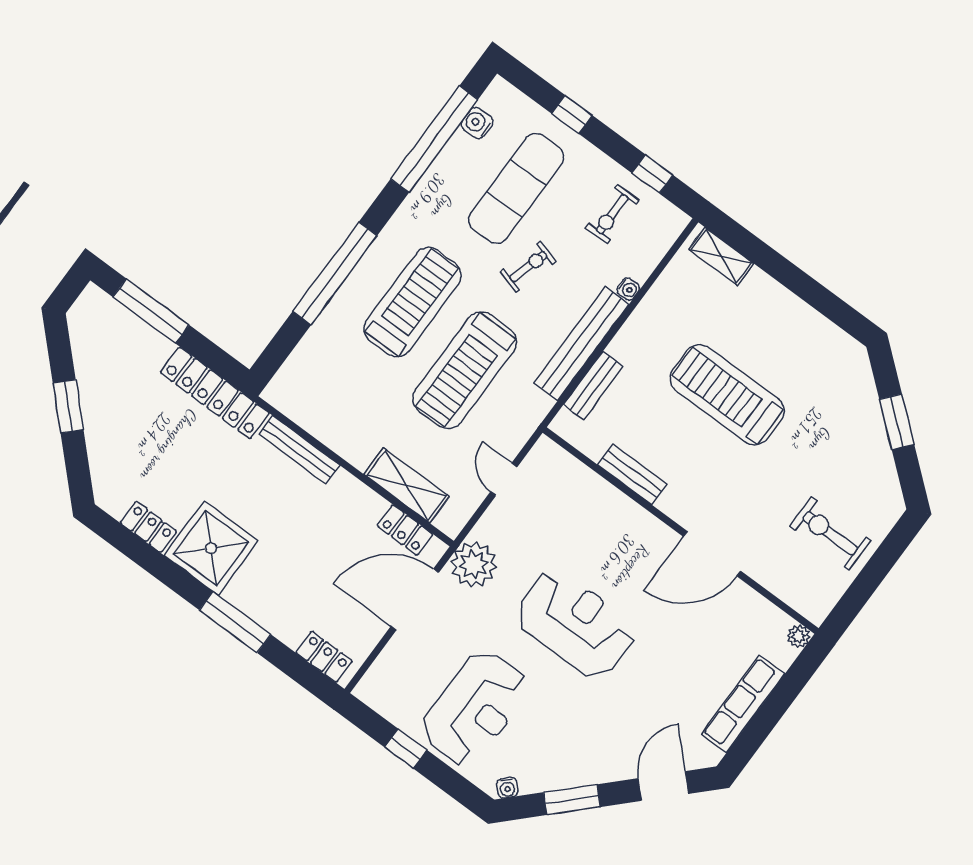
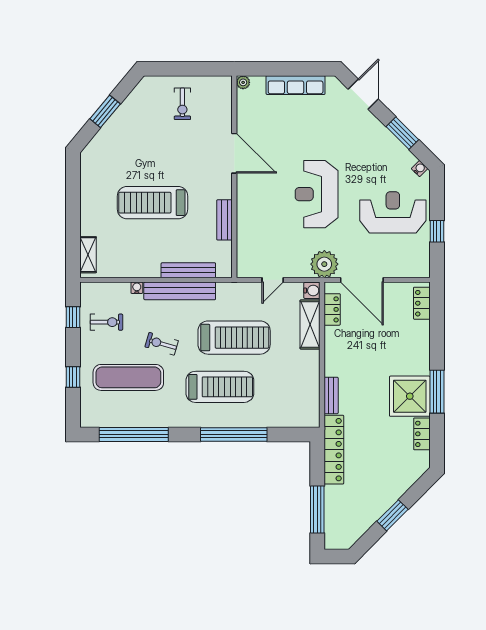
water cooler: (477, 123) -> (312, 290), moved, turned -90
treadmill: (412, 302) -> (220, 387), turned 180
bench: (593, 385) -> (188, 270), width x1.36
treadmill: (727, 395) -> (153, 203), turned 90
bench: (299, 450) -> (331, 395), width x0.73
exercise bike: (830, 533) -> (182, 104), width x0.73, depth x0.72
window: (235, 622) -> (437, 392), moved
door: (663, 786) -> (363, 94), swing flipped

